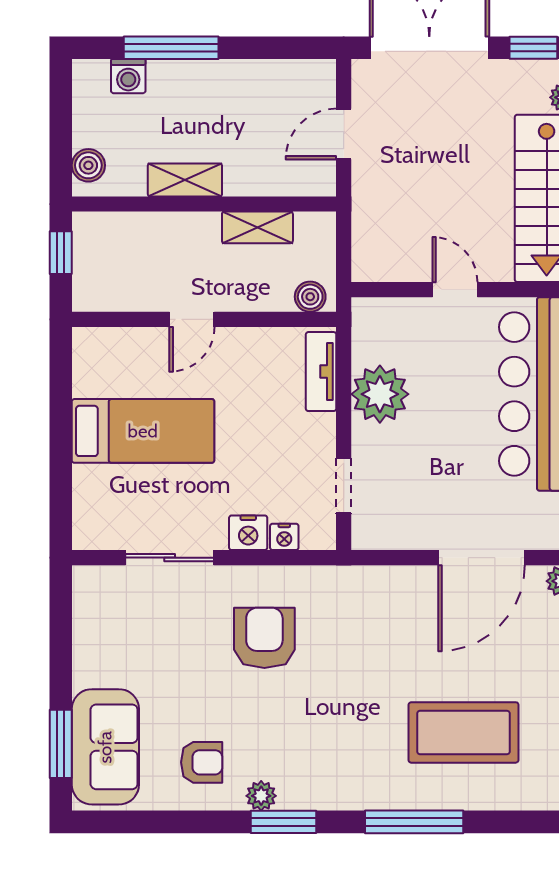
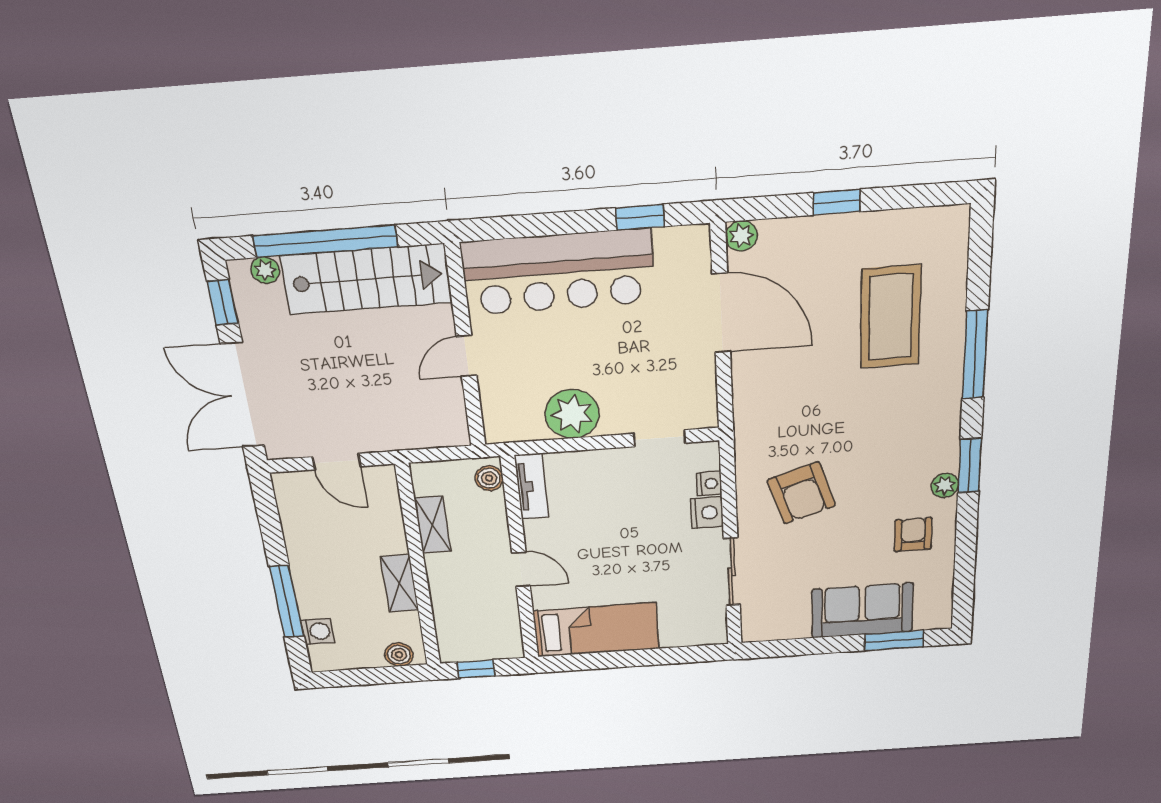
tv unit: (321, 372) -> (532, 486), moved, turned -90
bed: (143, 431) -> (596, 630), moved, turned 90
armchair: (264, 638) -> (801, 493), turned -108
sofa: (105, 747) -> (862, 610), moved

